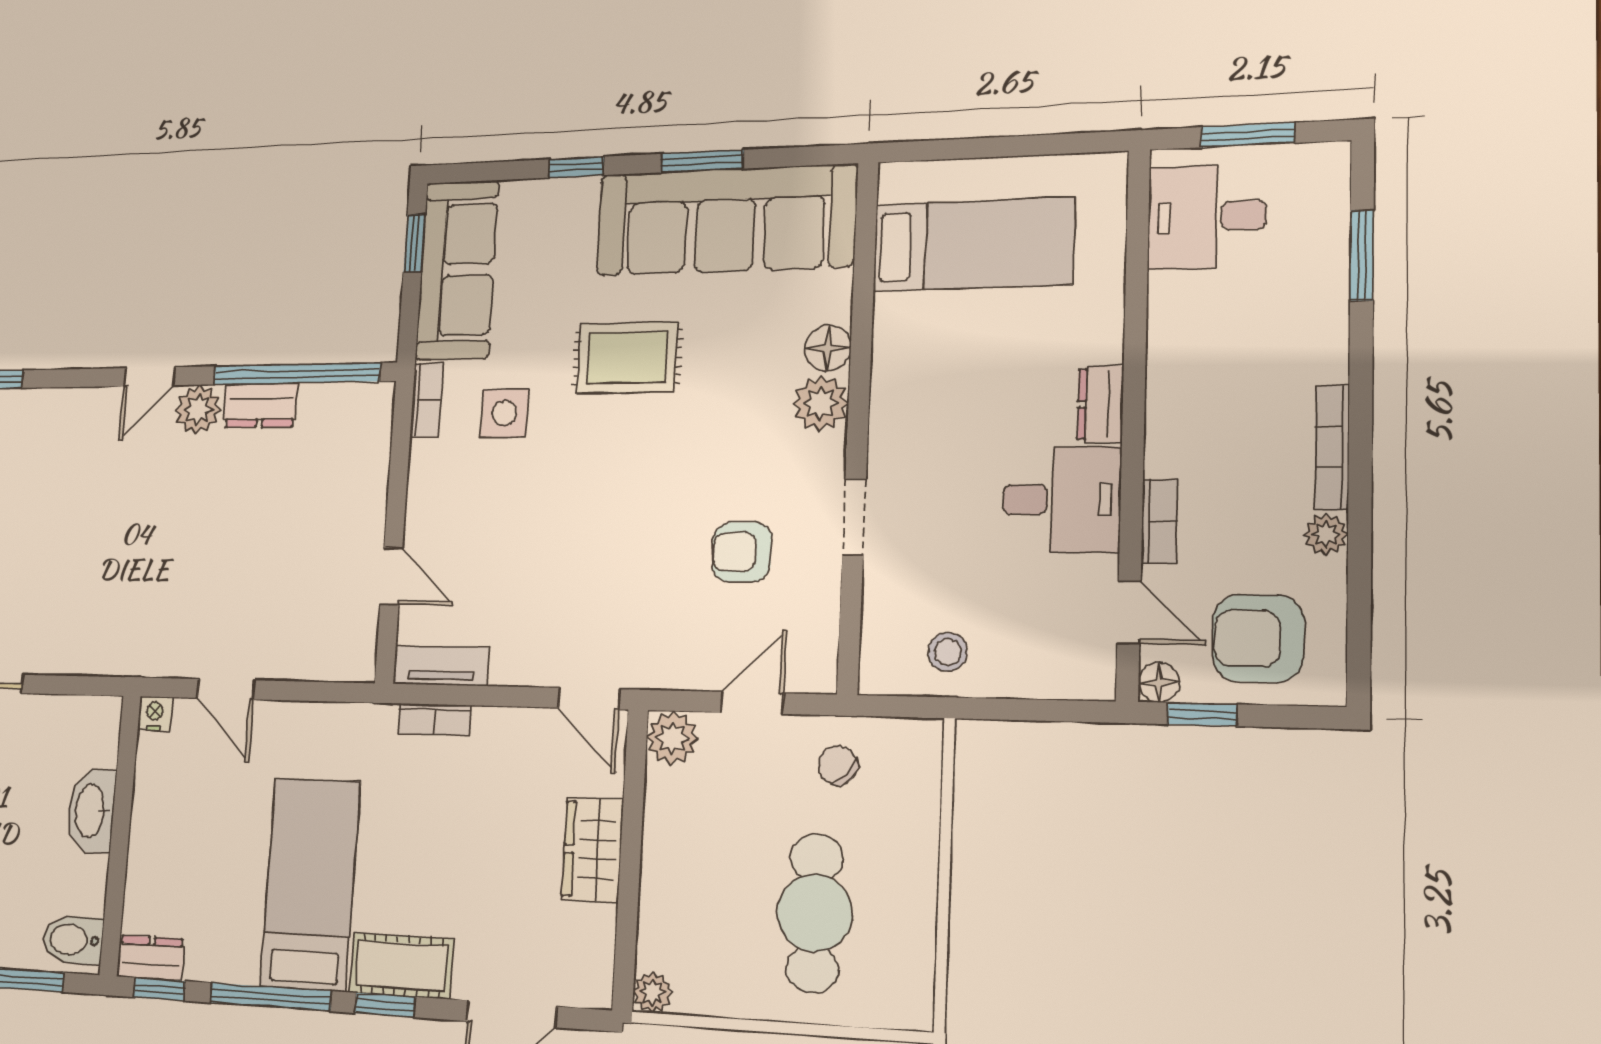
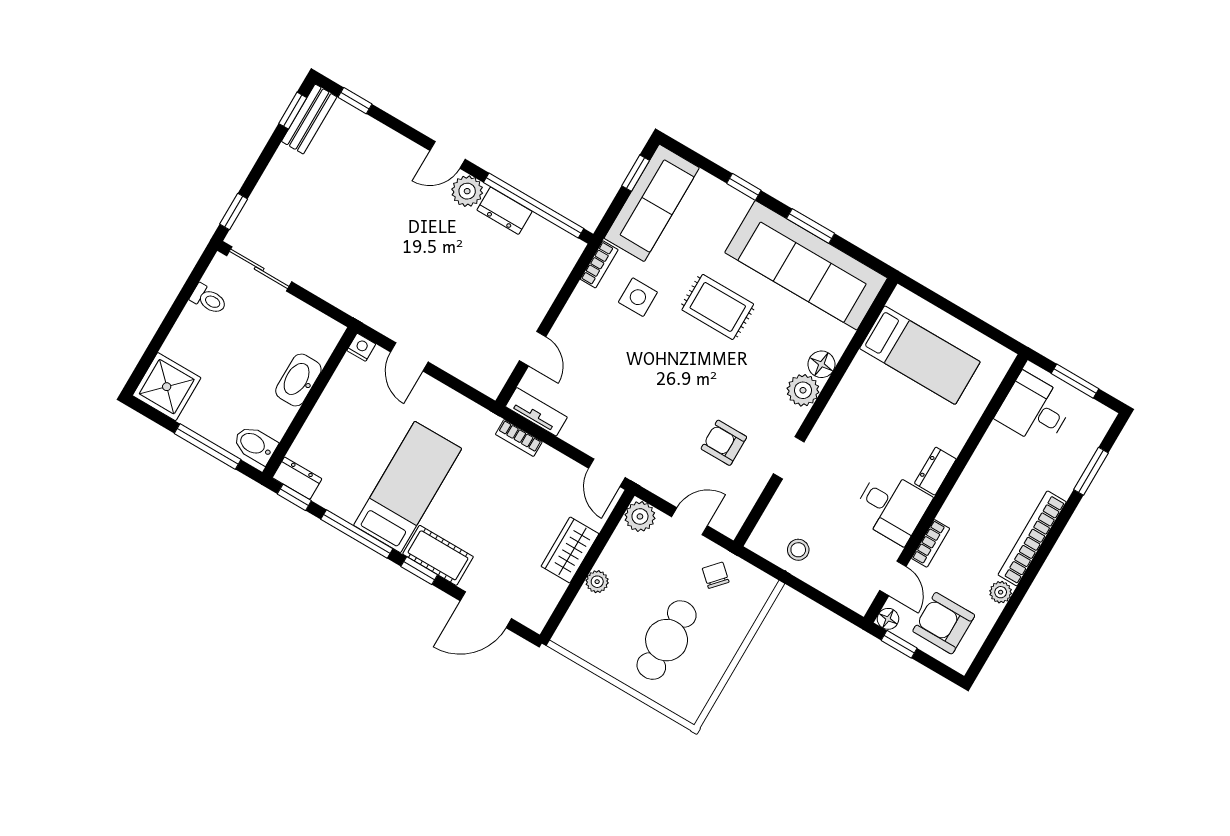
bookcase: (1332, 447) -> (1032, 538), width x1.48, depth x1.31
plant: (653, 993) -> (597, 582), moved

